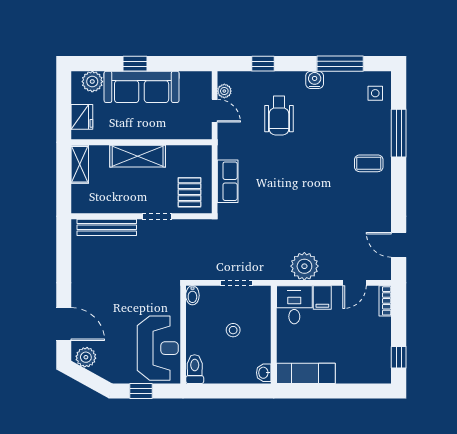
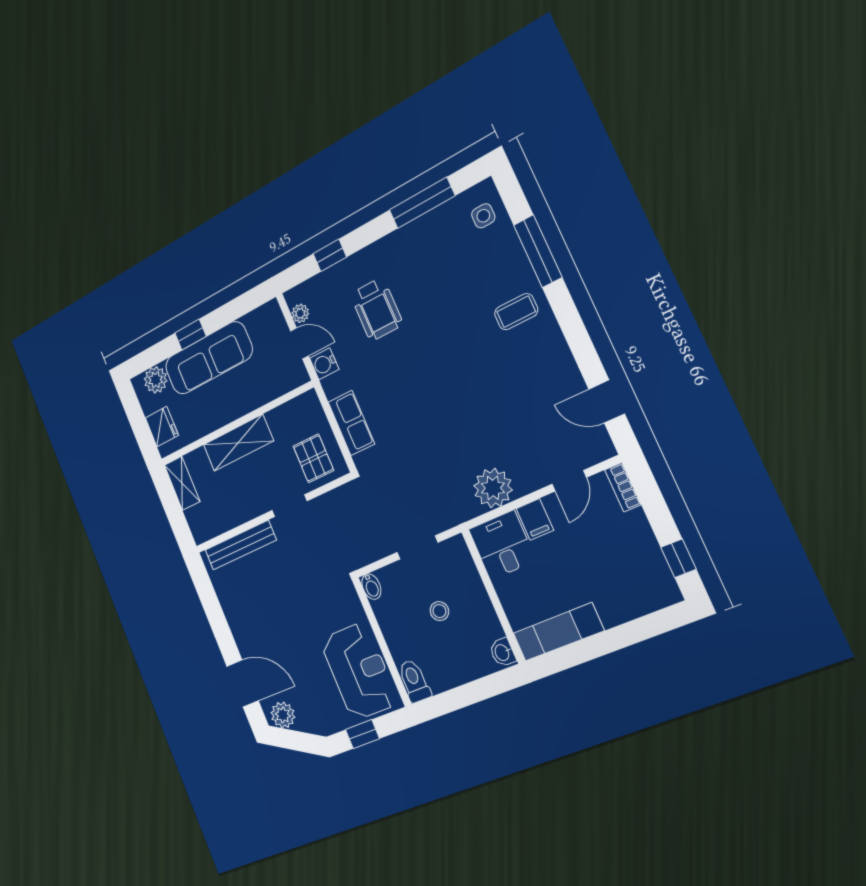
water cooler: (315, 80) -> (324, 364), moved, turned -90

